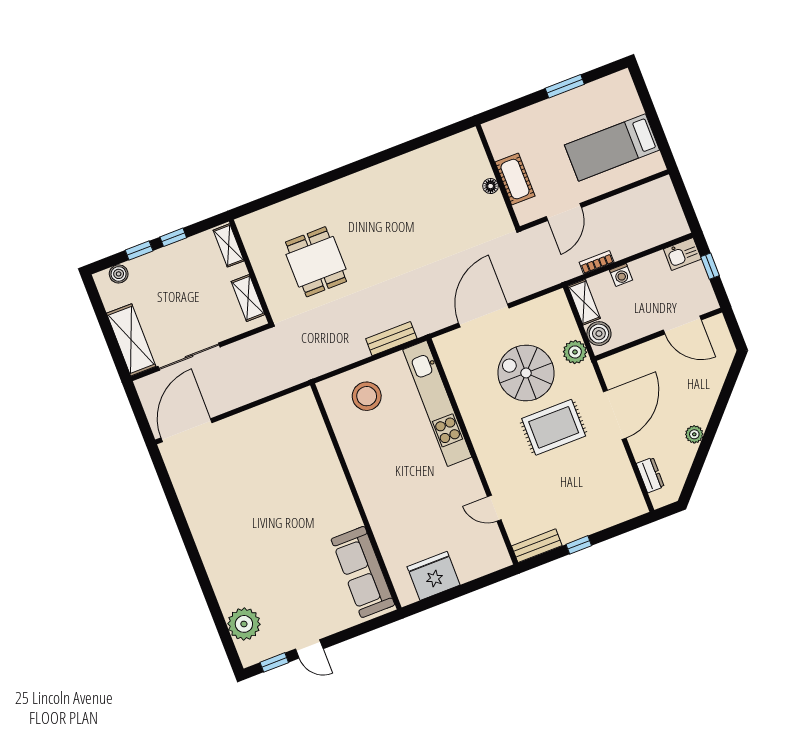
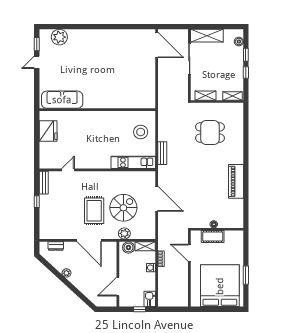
bed: (612, 148) -> (220, 286), width x2.04
piano: (391, 175) -> (236, 181), added
kitchen unit: (437, 403) -> (133, 162), width x0.73

